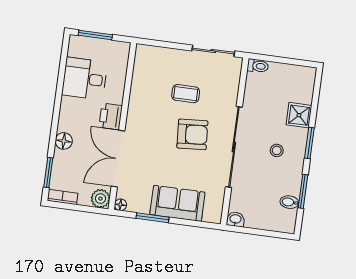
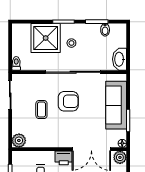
plant: (145, 55) -> (19, 140), added
shower: (299, 115) -> (46, 38), width x1.86, depth x1.86
armchair: (192, 134) -> (68, 101), turned 94
sofa: (177, 203) -> (116, 105), width x1.36
washbasin: (235, 219) -> (119, 59), width x1.91, depth x1.45

